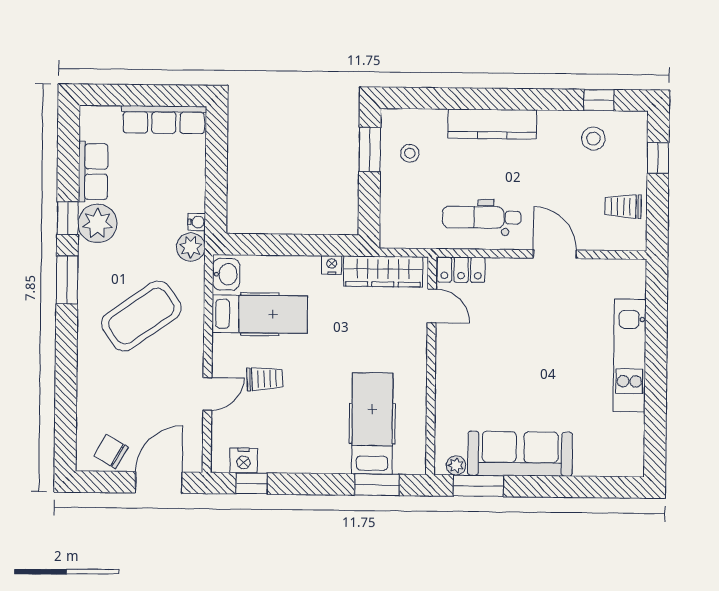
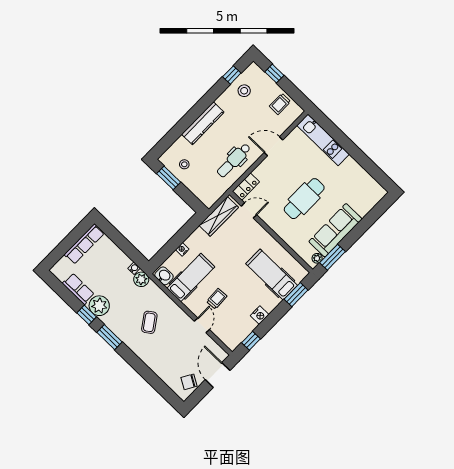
nightstand: (332, 265) -> (182, 249), moved
coffee table: (141, 316) -> (149, 322), width x0.54, depth x0.58
kitchen unit: (630, 355) -> (323, 140), moved
cafe table: (522, 367) -> (304, 199), added
nightstand: (244, 460) -> (260, 315), moved

